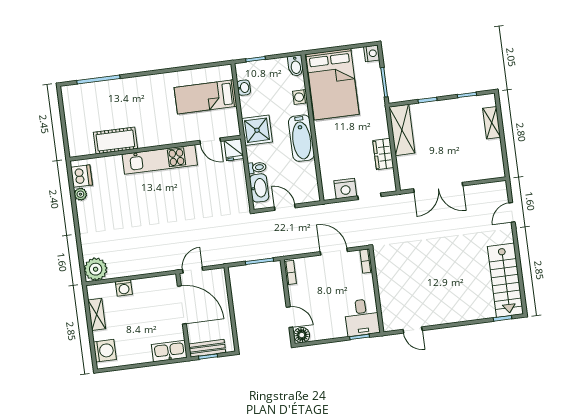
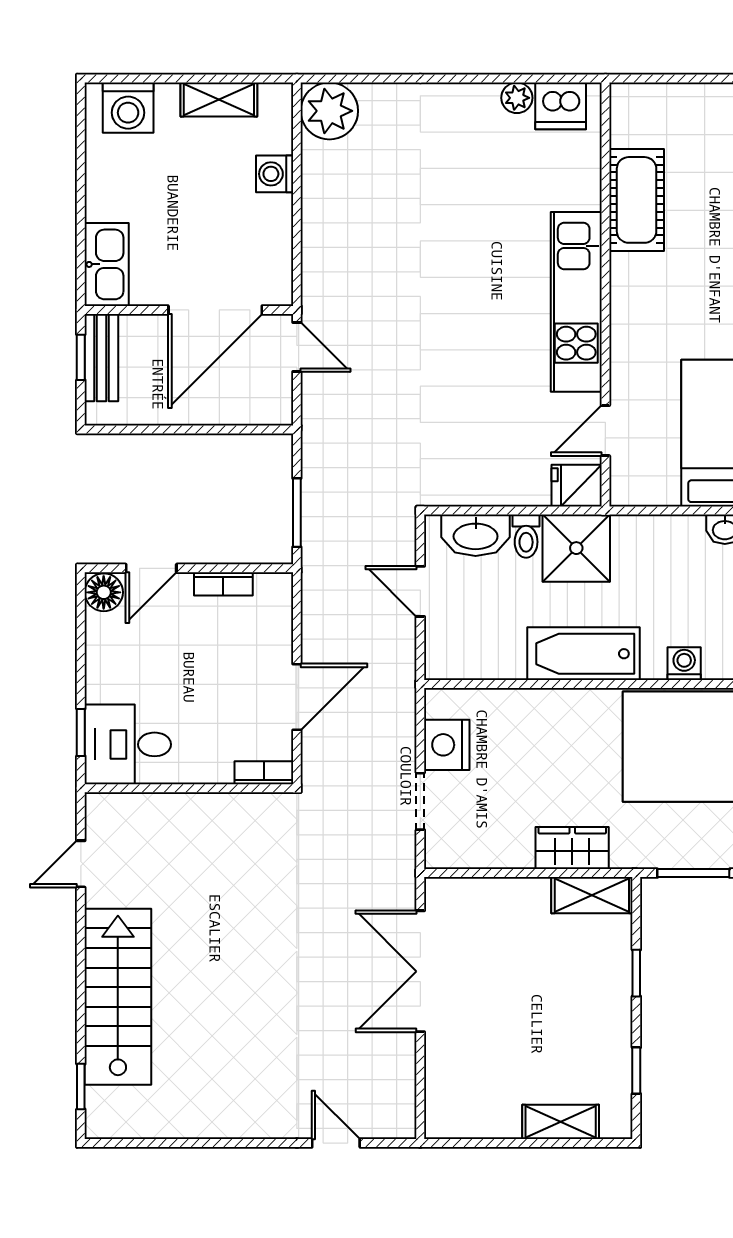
shower: (257, 130) -> (576, 548), moved
shelving: (402, 130) -> (592, 895), width x0.67, depth x0.75
wardrobe: (383, 154) -> (572, 848), moved
door: (285, 207) -> (420, 591), swing flipped
bookcase: (290, 272) -> (223, 584), moved
stairs: (505, 280) -> (118, 997), moved, turned 90

